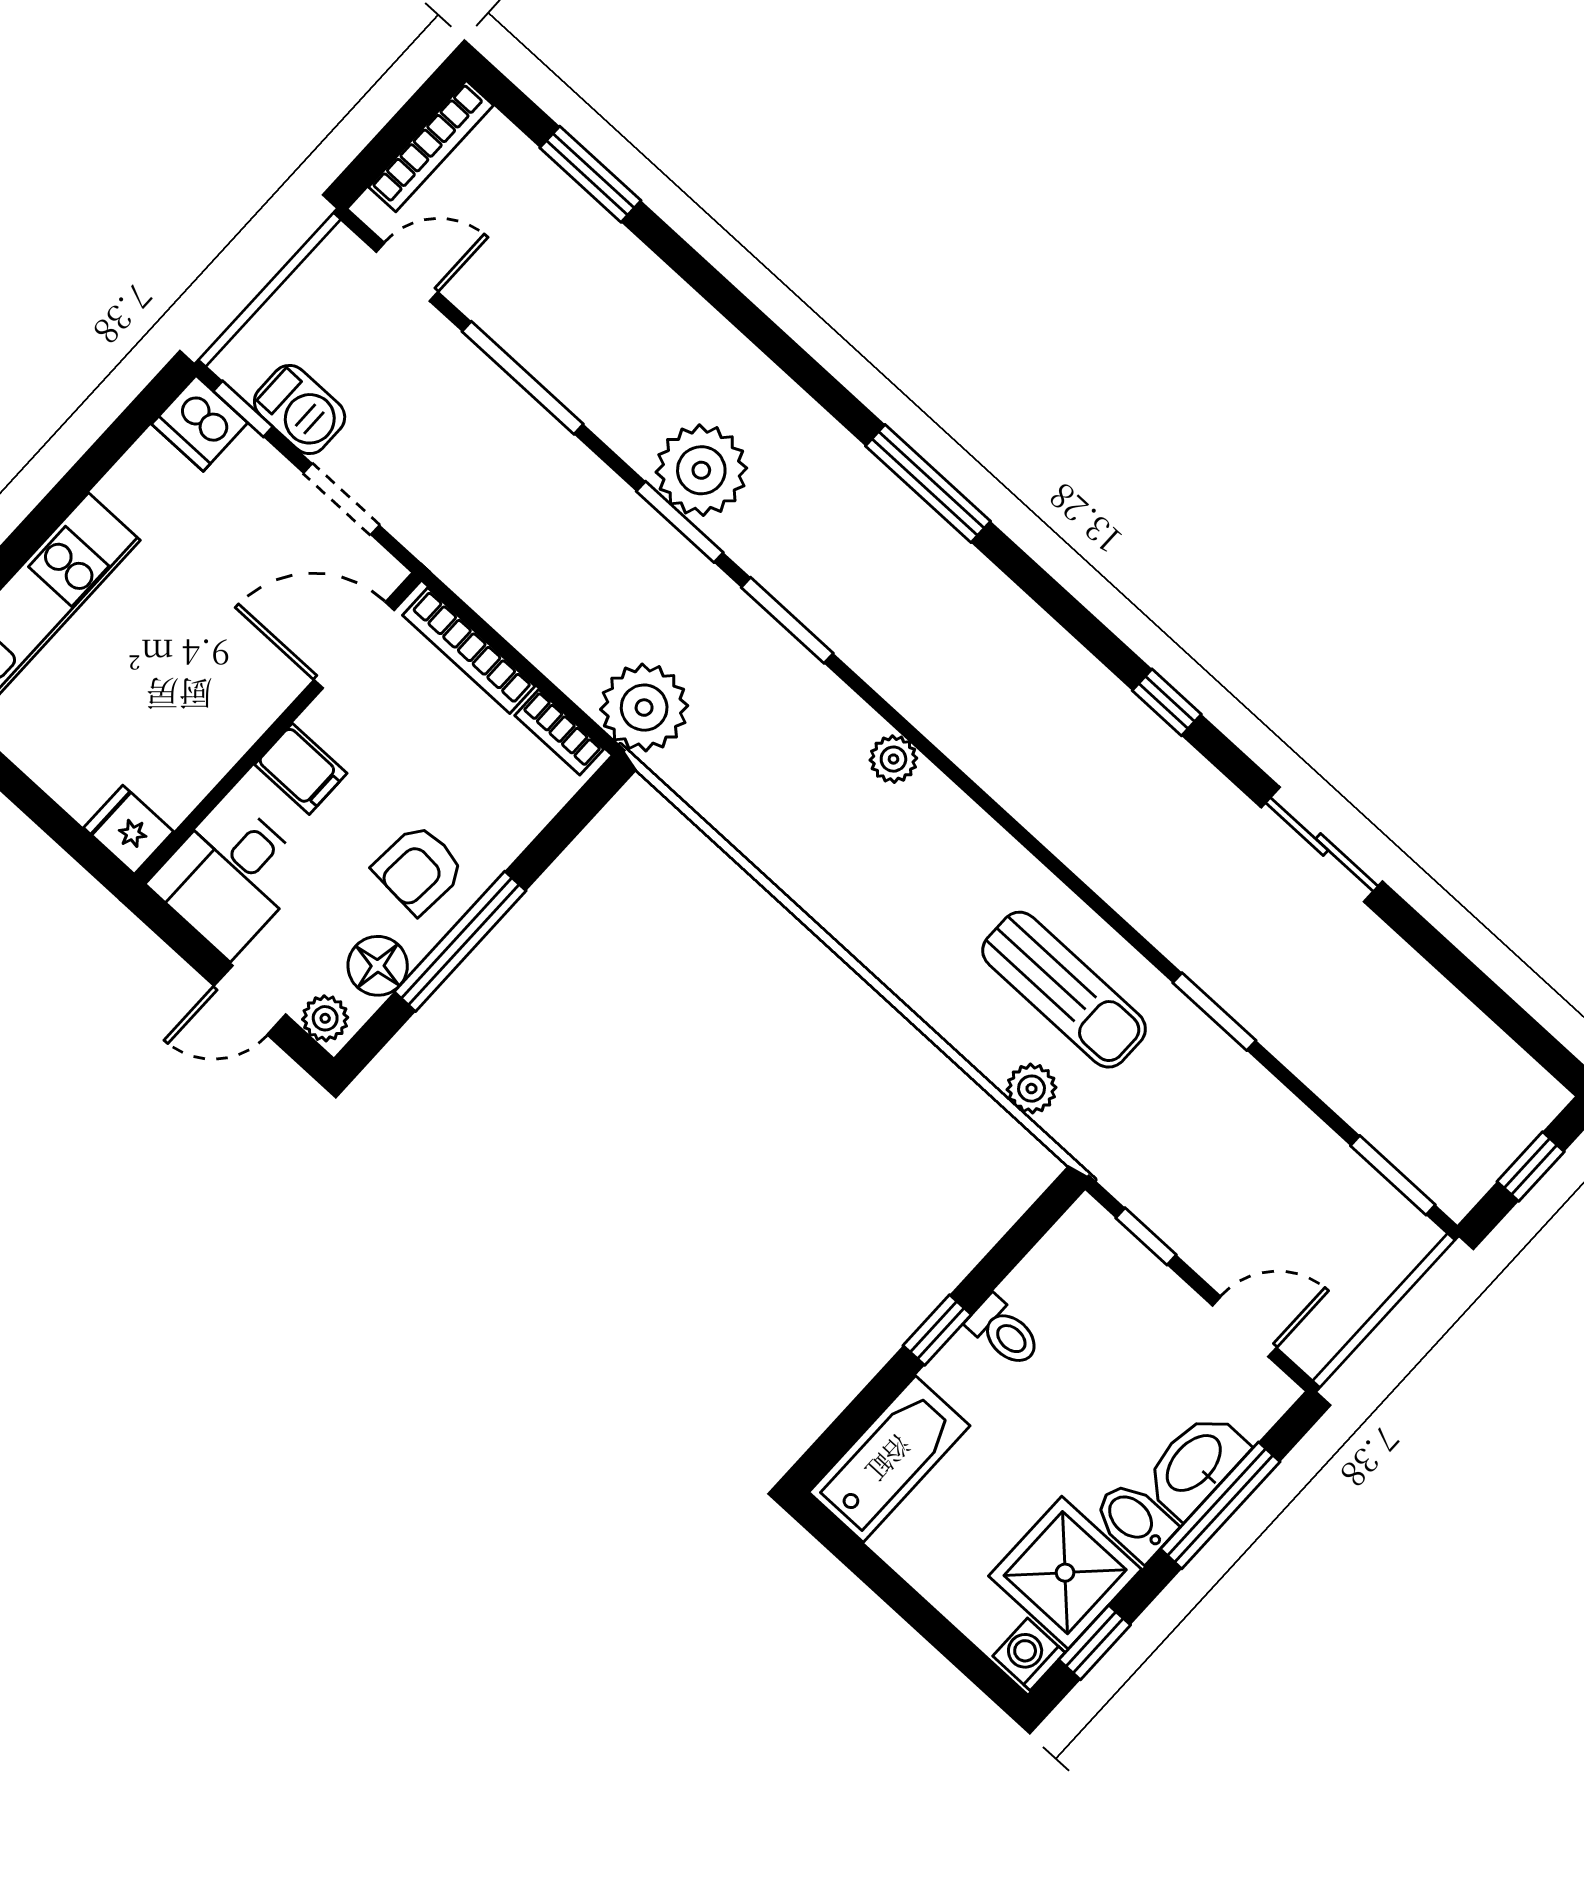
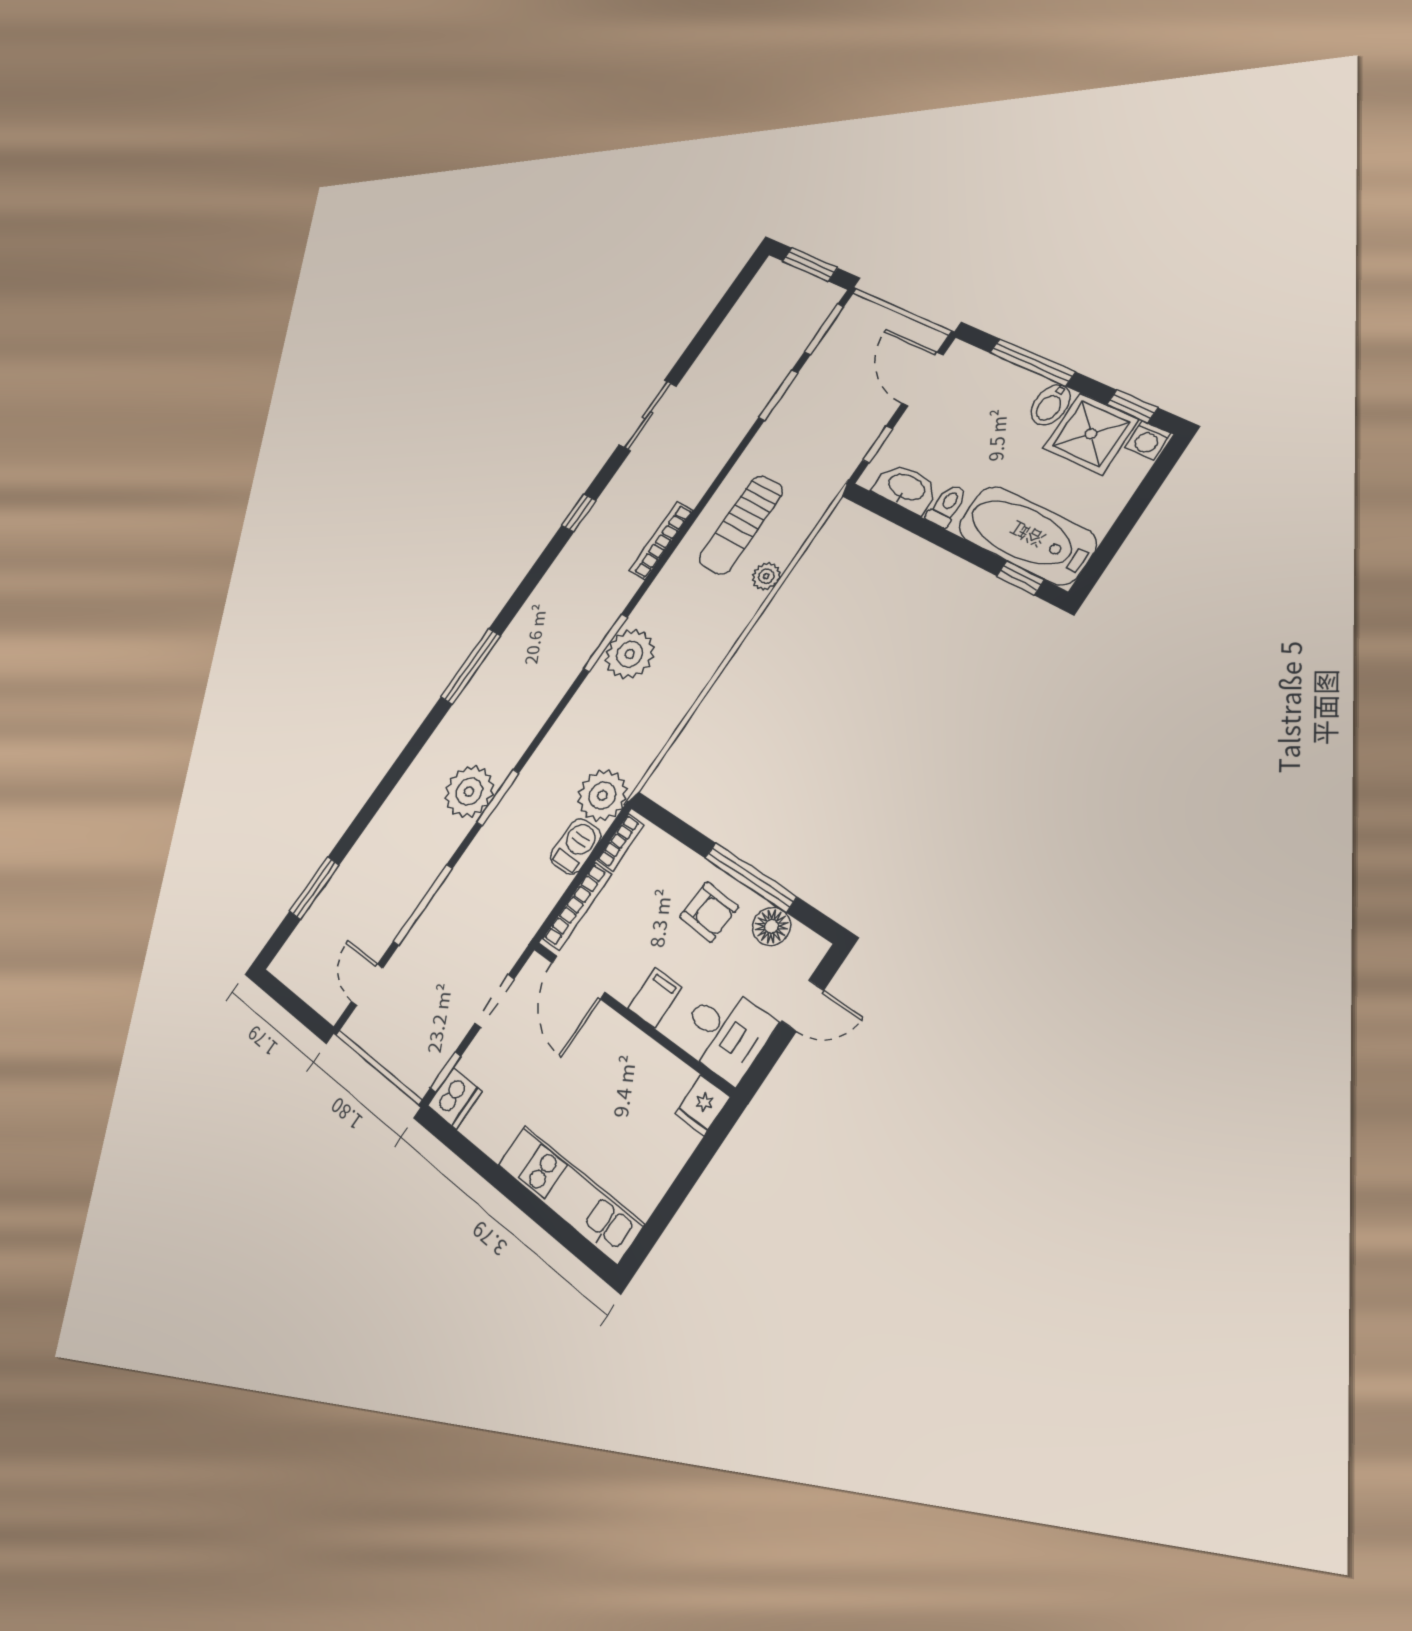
bookcase: (431, 146) -> (661, 540), moved, turned -90
barbecue: (300, 409) -> (576, 846), moved
window: (787, 620) -> (605, 643), moved
plant: (893, 759) -> (630, 654), width x1.88, depth x1.88
sun lounger: (1064, 990) -> (741, 525), turned 180
door: (250, 1000) -> (803, 1006), hinge flipped
window: (1214, 1012) -> (778, 395), moved
plant: (325, 1018) -> (808, 954), removed
plant: (1031, 1089) -> (766, 576), moved
window: (1531, 1167) -> (810, 264), width x1.50
door: (1244, 1327) -> (923, 379), width x1.38
window: (937, 1330) -> (1020, 578), moved
bathtub: (889, 1459) -> (1027, 535), width x1.36, depth x1.36
washbasin: (1195, 1464) -> (906, 488), moved, turned 180

